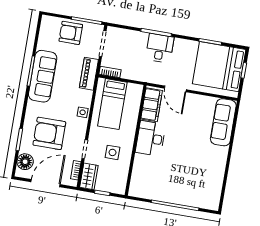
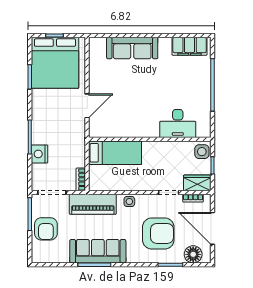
nightstand: (139, 39) -> (40, 154), added
desk: (160, 48) -> (46, 130), removed
piano: (89, 74) -> (93, 204), width x1.37, depth x1.33
bed: (112, 104) -> (115, 153), moved
filing cabinet: (152, 105) -> (190, 46), moved, turned 180
sofa: (223, 122) -> (132, 48), moved
armchair: (49, 133) -> (158, 233), turned -90
desk: (150, 138) -> (178, 124), moved
side table: (112, 152) -> (202, 152), moved

